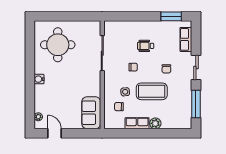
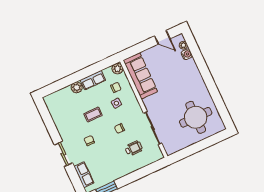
wheelchair: (146, 46) -> (134, 148), moved
water cooler: (39, 79) -> (187, 54), moved
coffee table: (152, 91) -> (93, 115), width x0.54, depth x0.58
window: (196, 104) -> (48, 121), removed
sofa: (91, 113) -> (140, 76), width x1.36
plant: (109, 123) -> (117, 69), added

